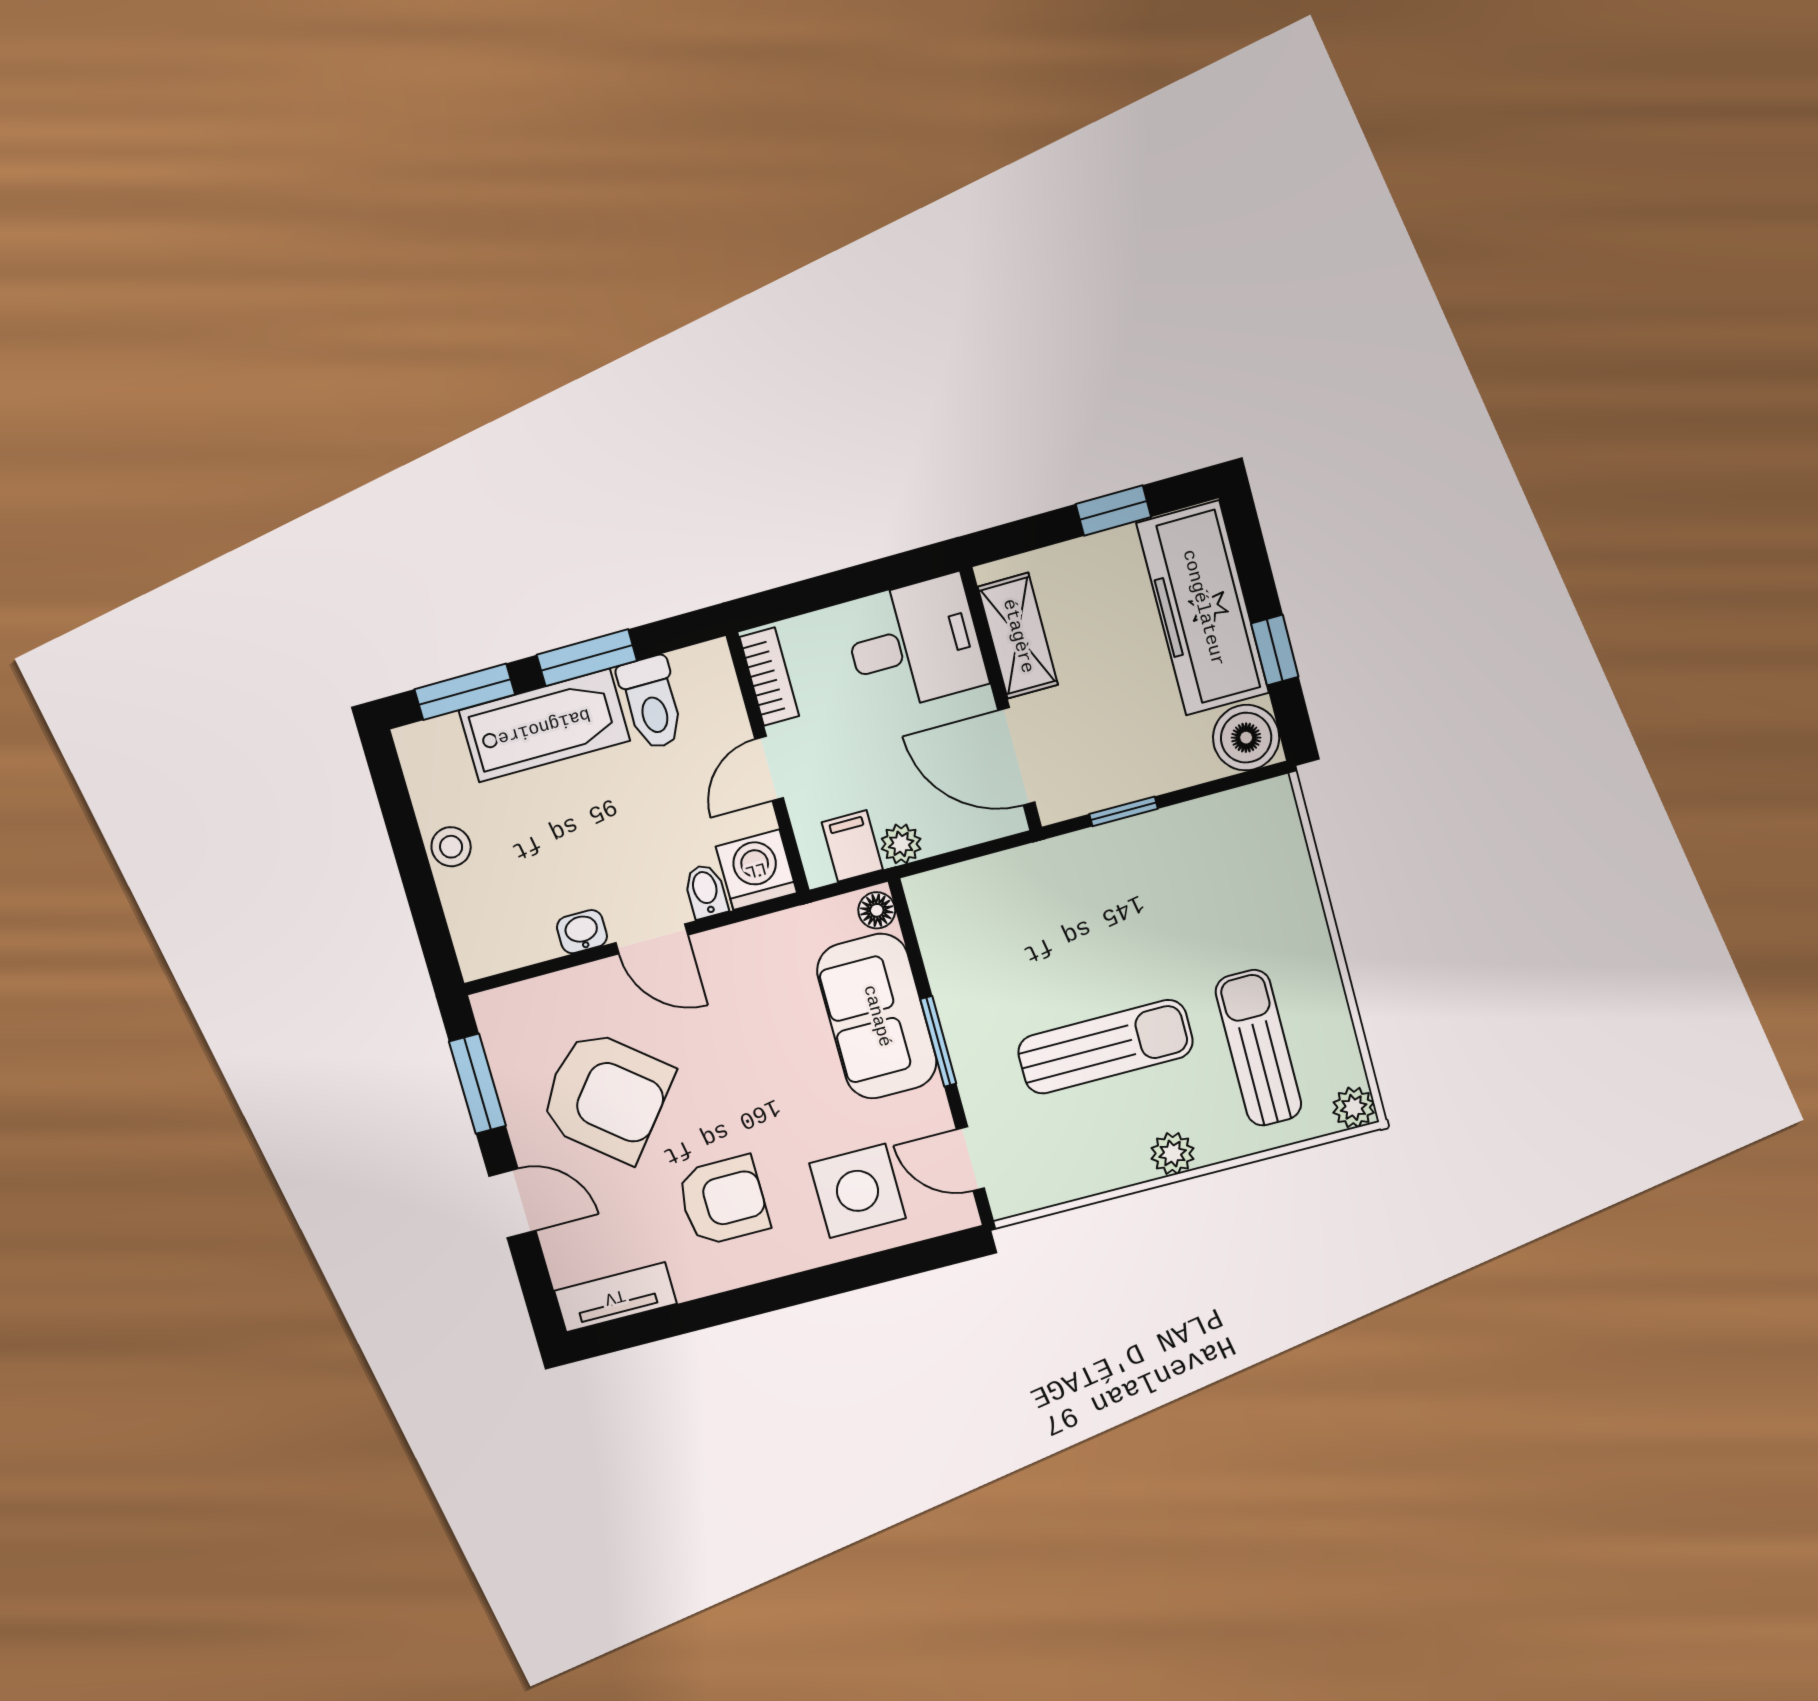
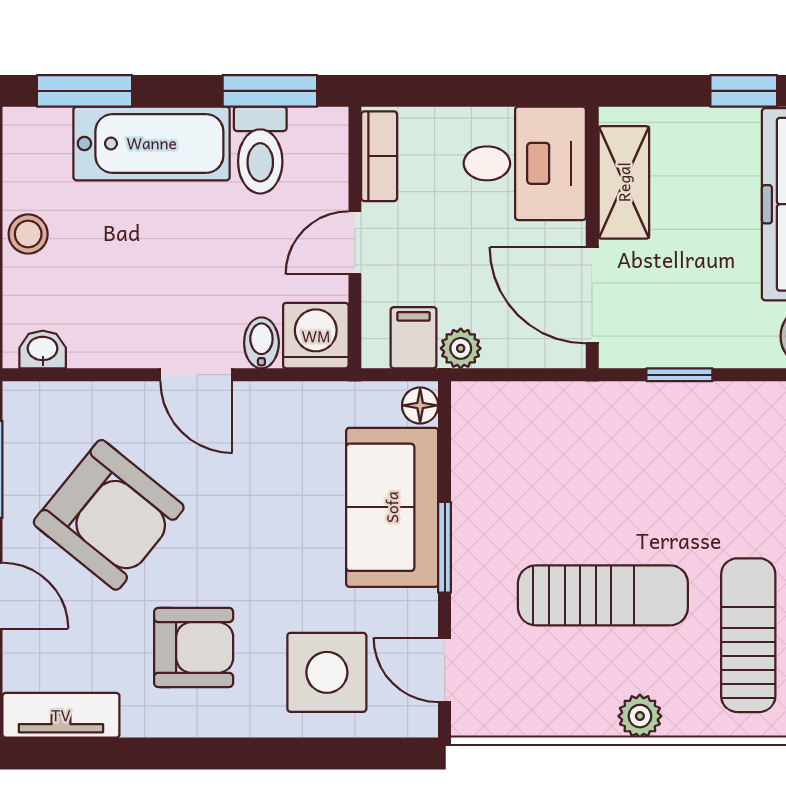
window: (587, 658) -> (270, 91), moved
washbasin: (582, 932) -> (43, 350), moved

